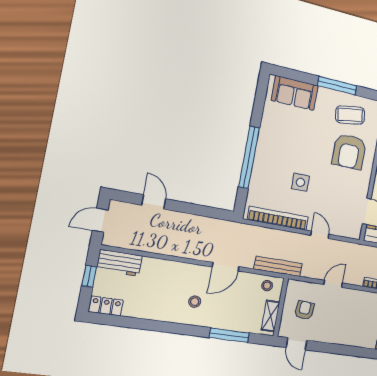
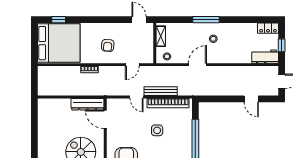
bench: (278, 266) -> (161, 91), moved
door: (333, 284) -> (132, 65), moved
armchair: (305, 310) -> (108, 45), moved
window: (229, 335) -> (206, 20), moved

